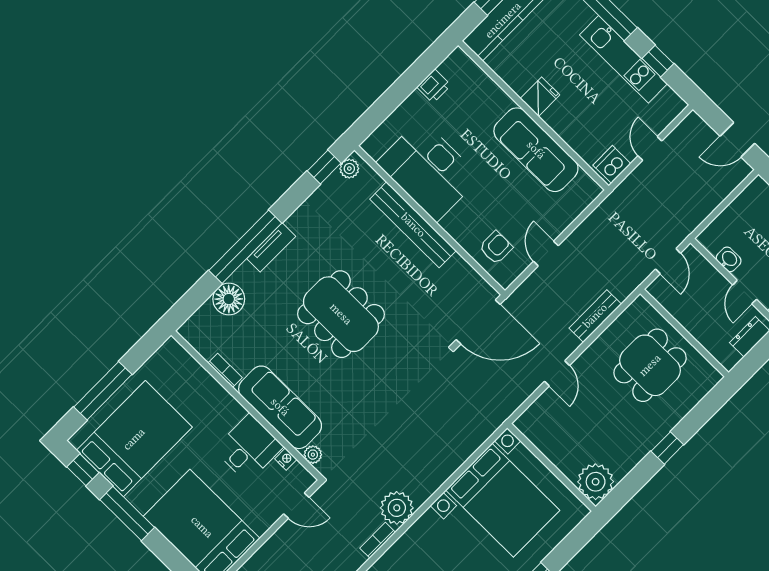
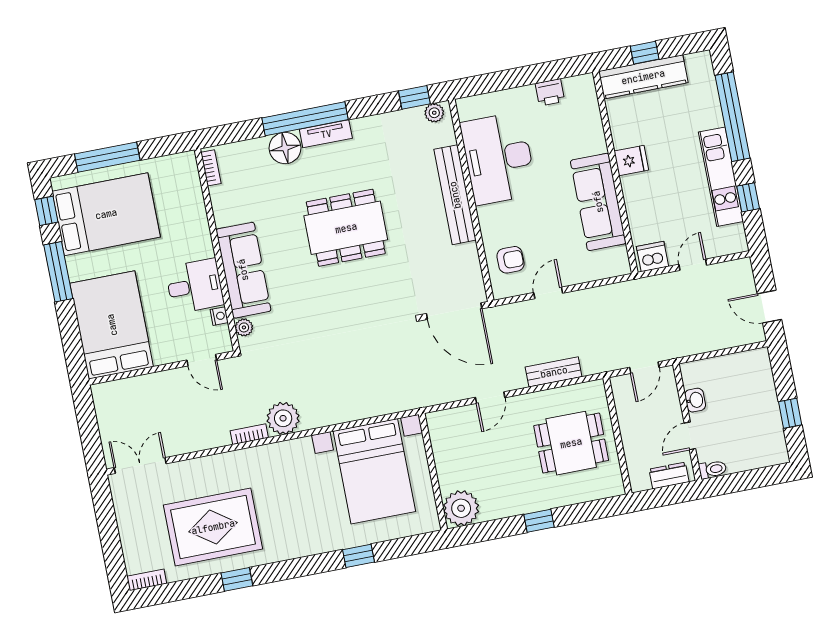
floor lamp: (229, 299) -> (285, 148), moved
dining table: (341, 314) -> (346, 228), turned 90
bookcase: (225, 370) -> (211, 168), moved

